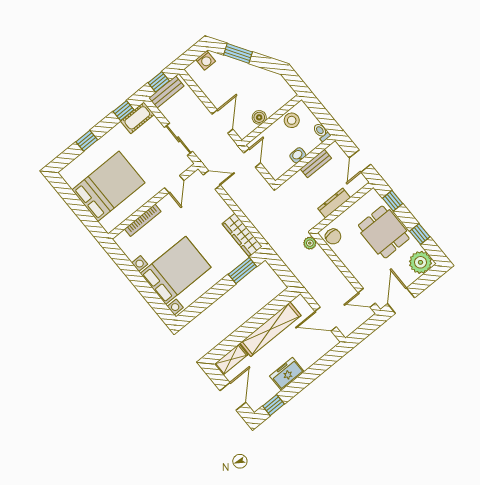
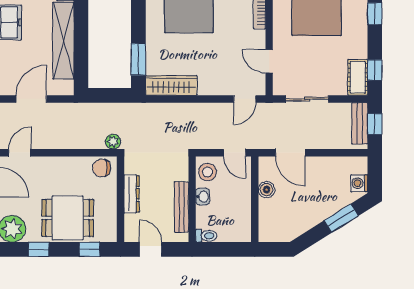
stool: (292, 120) -> (208, 172), moved
bench: (316, 164) -> (181, 207), width x1.36

